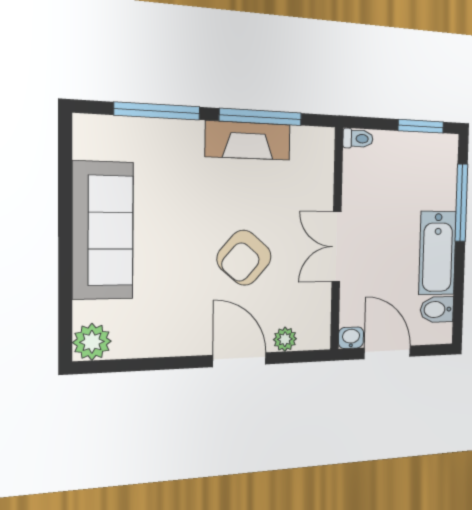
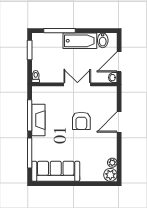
sofa: (103, 230) -> (56, 171), moved
double door: (337, 247) -> (77, 84), swing flipped
armchair: (244, 258) -> (81, 121), turned 49
plant: (285, 339) -> (112, 163), moved

